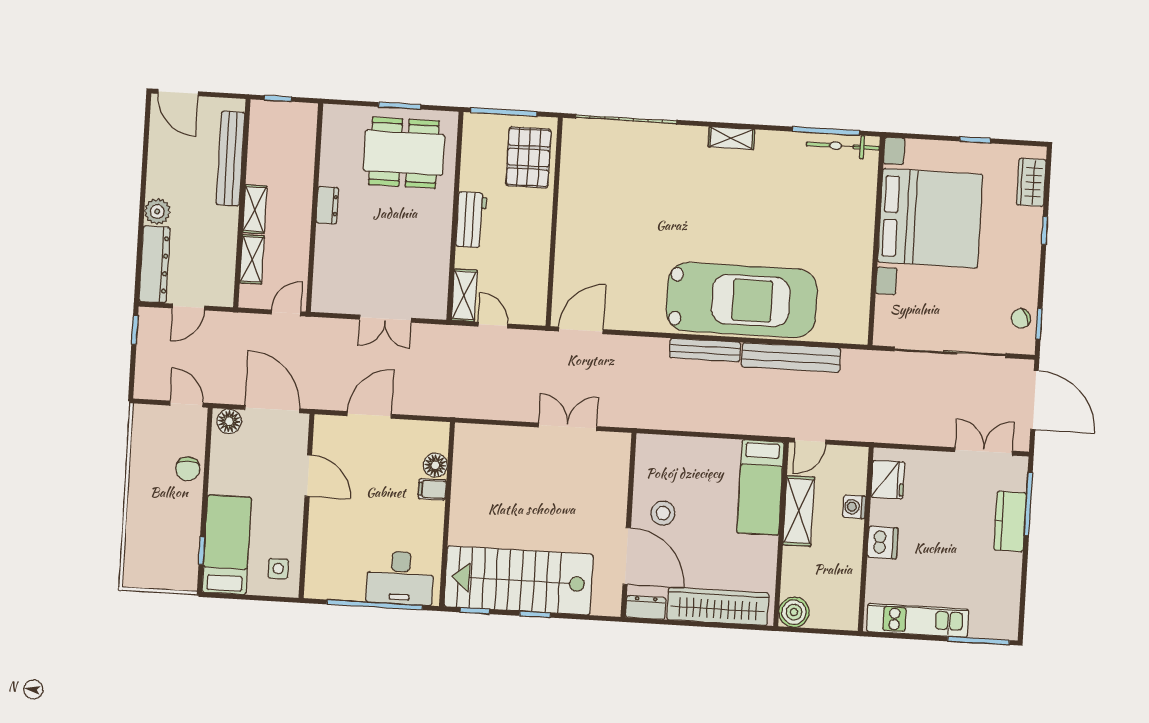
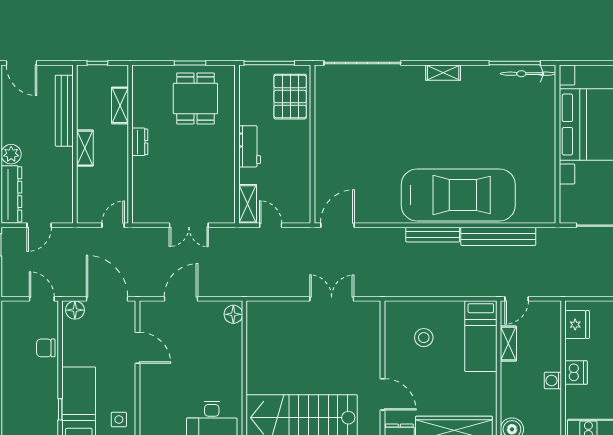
dining table: (404, 153) -> (195, 98), width x0.73
shelving: (252, 259) -> (120, 105), moved
floor lamp: (435, 465) -> (233, 314), moved
chair: (188, 469) -> (46, 348), turned 90
filing cabinet: (432, 489) -> (232, 352), removed
washing machine: (854, 507) -> (553, 381), moved
shelving: (799, 511) -> (508, 344), width x0.67, depth x0.75
stool: (663, 513) -> (424, 338), moved
door: (627, 556) -> (383, 394), width x0.73

